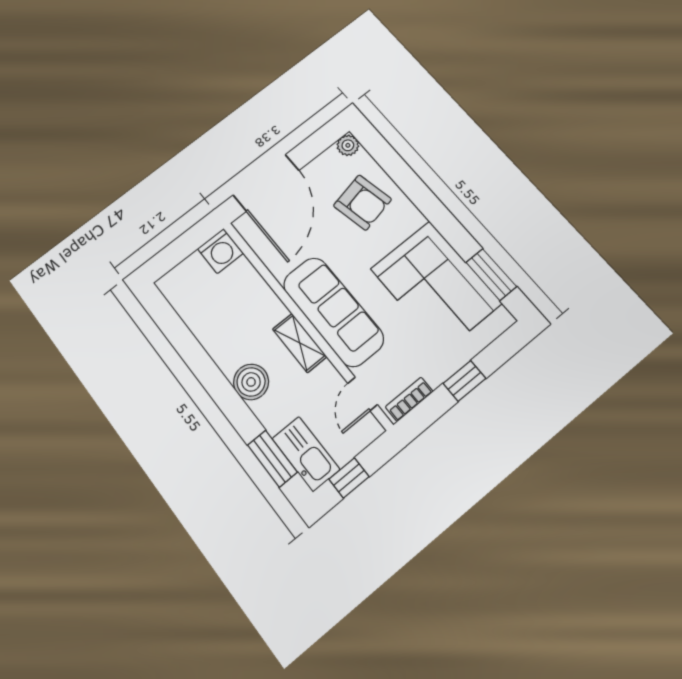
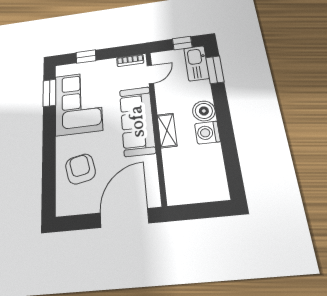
plant: (348, 145) -> (63, 208), removed
washing machine: (220, 251) -> (207, 133), moved, turned -90
shelving: (300, 343) -> (167, 130), moved
window: (464, 381) -> (86, 56), moved

